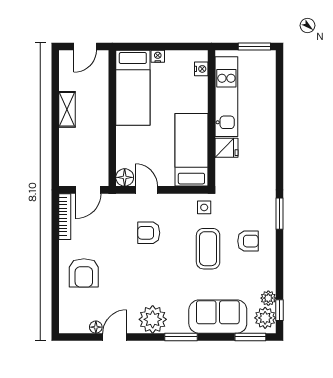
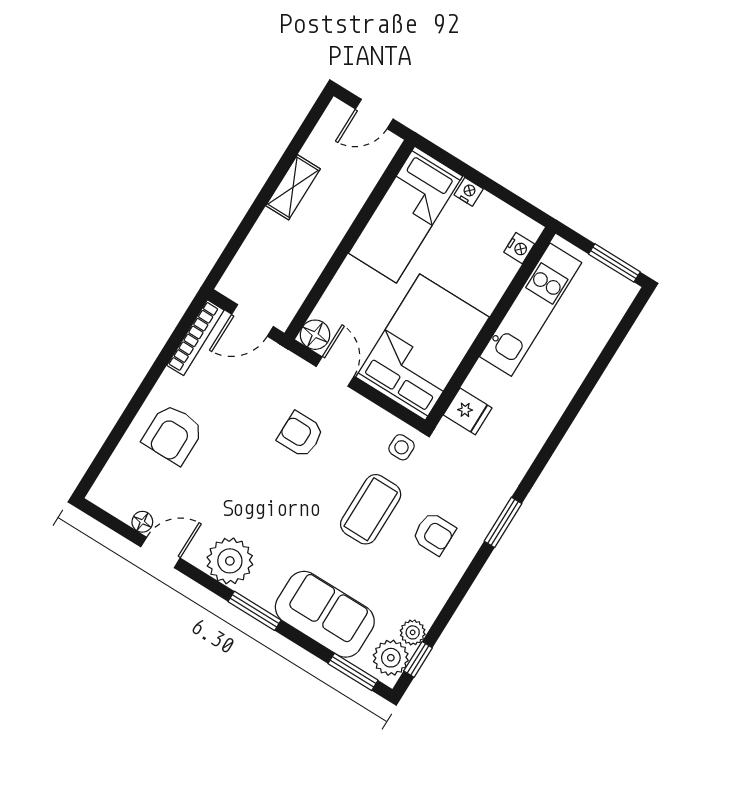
fridge: (227, 148) -> (468, 411), moved
bed: (191, 150) -> (422, 347), width x1.50

